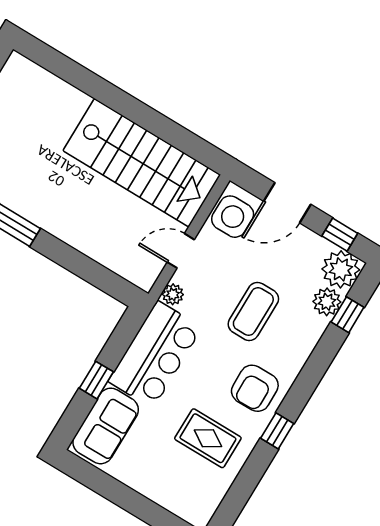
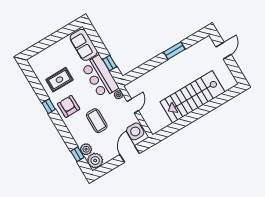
stairs: (142, 163) -> (192, 97), moved
window: (340, 235) -> (108, 167), removed
window: (96, 380) -> (110, 63), moved

